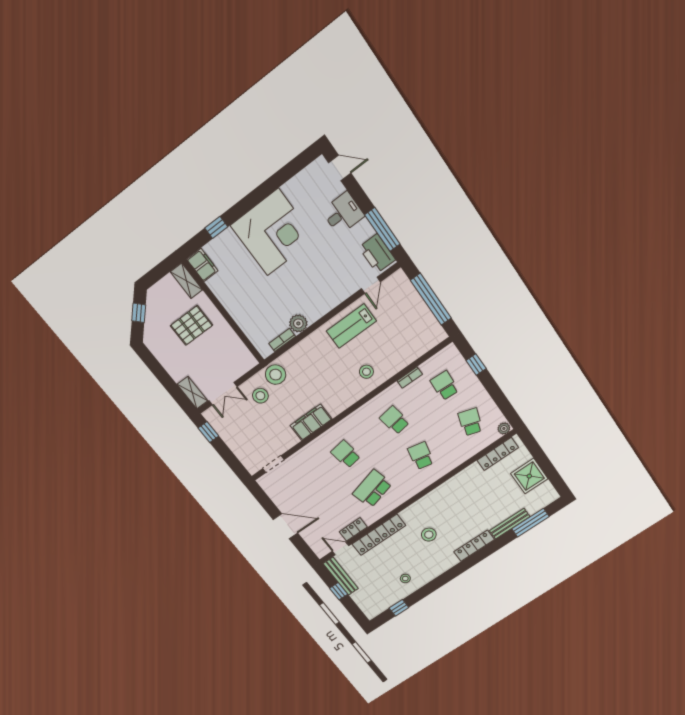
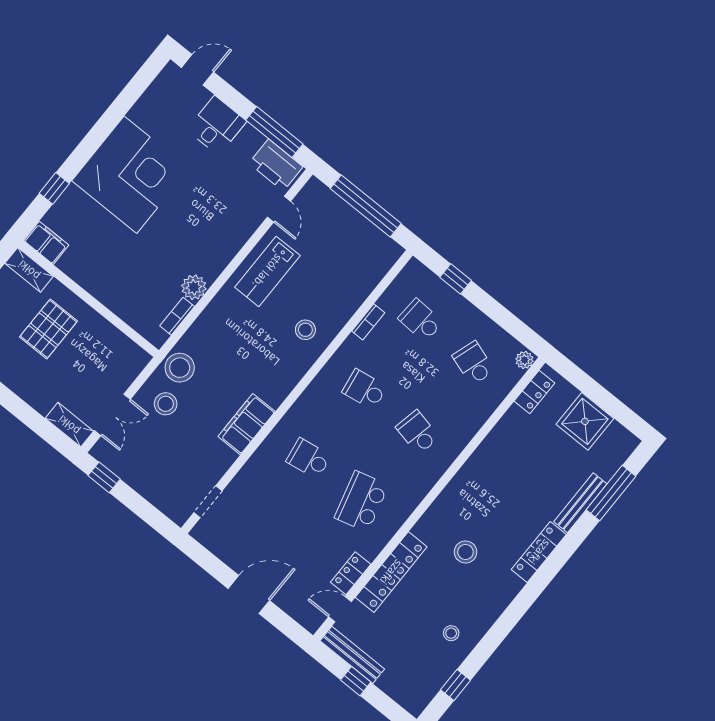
locker: (498, 454) -> (534, 392), width x0.66

